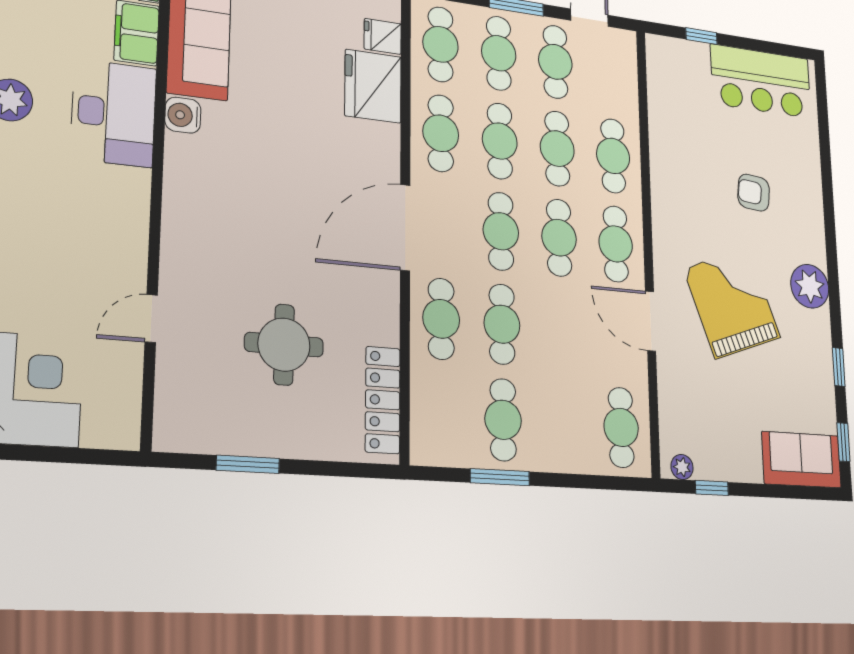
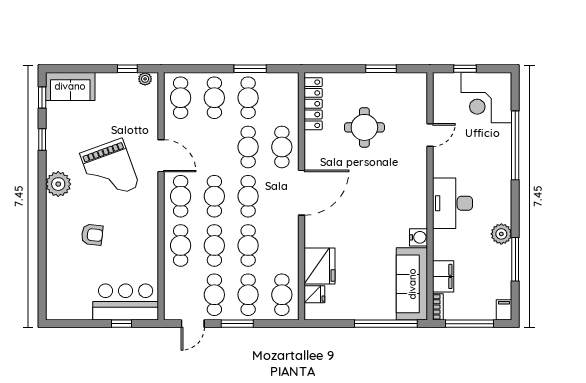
bar counter: (761, 81) -> (126, 302), moved
desk: (113, 113) -> (452, 203), moved
cafe table: (441, 133) -> (214, 98), moved
window: (69, 455) -> (465, 69), added

